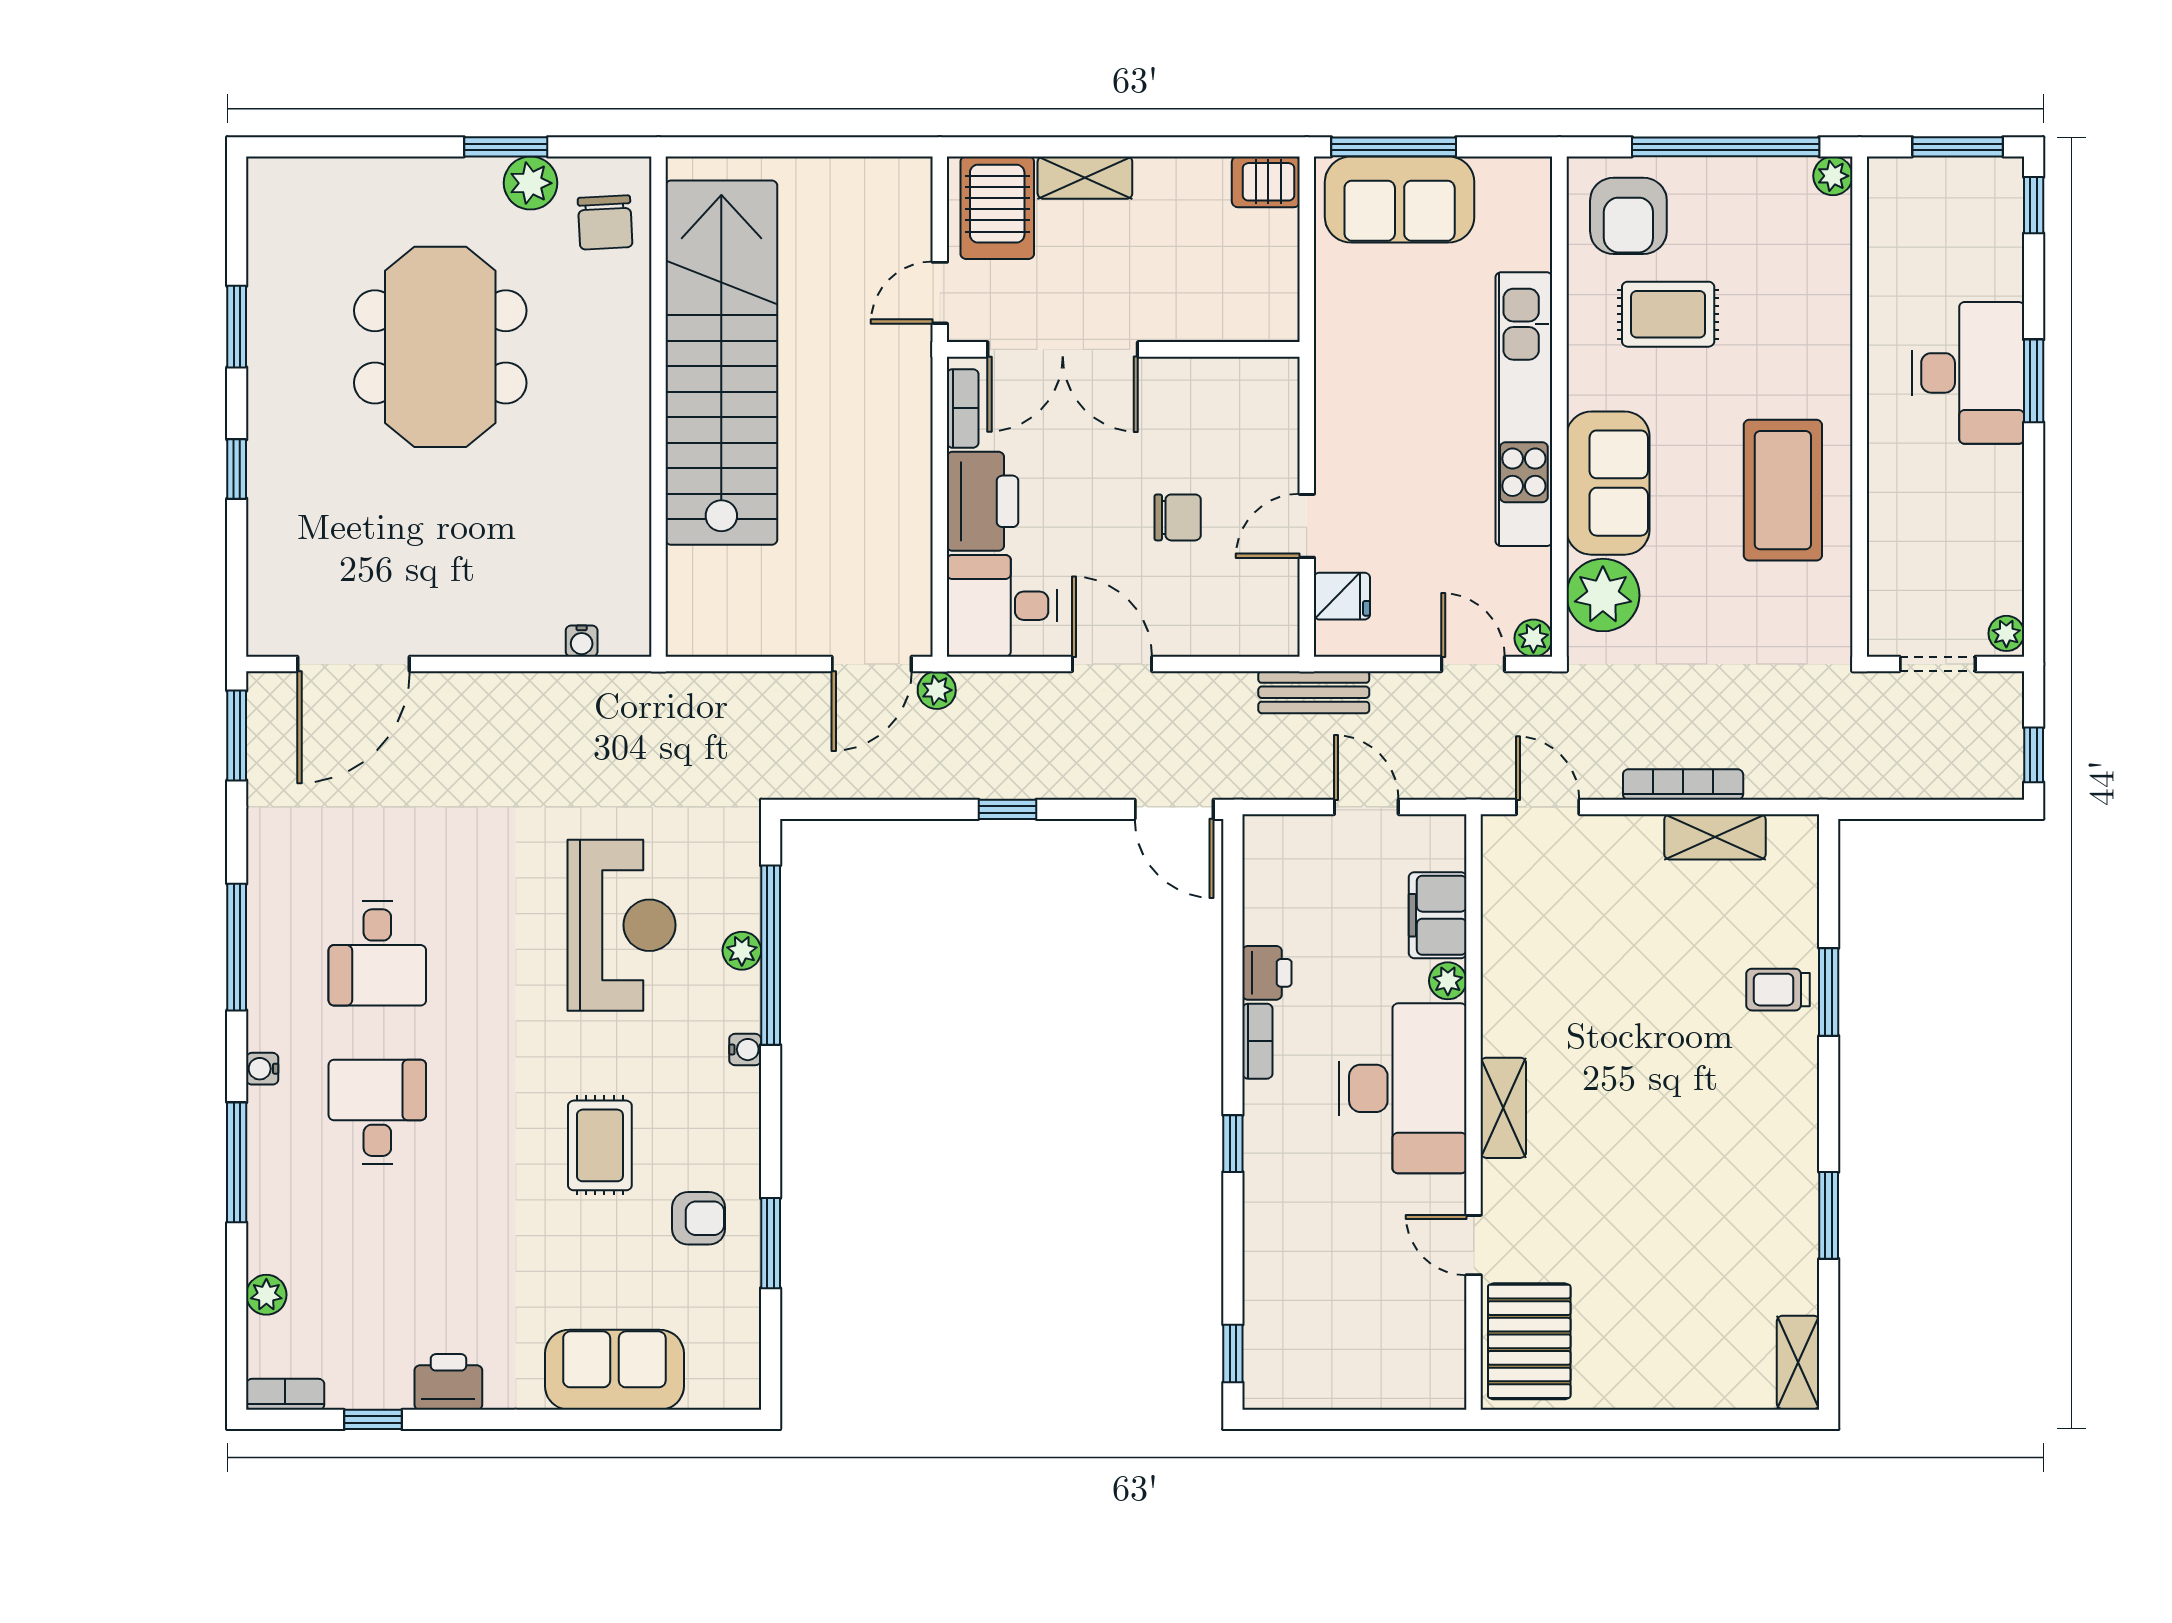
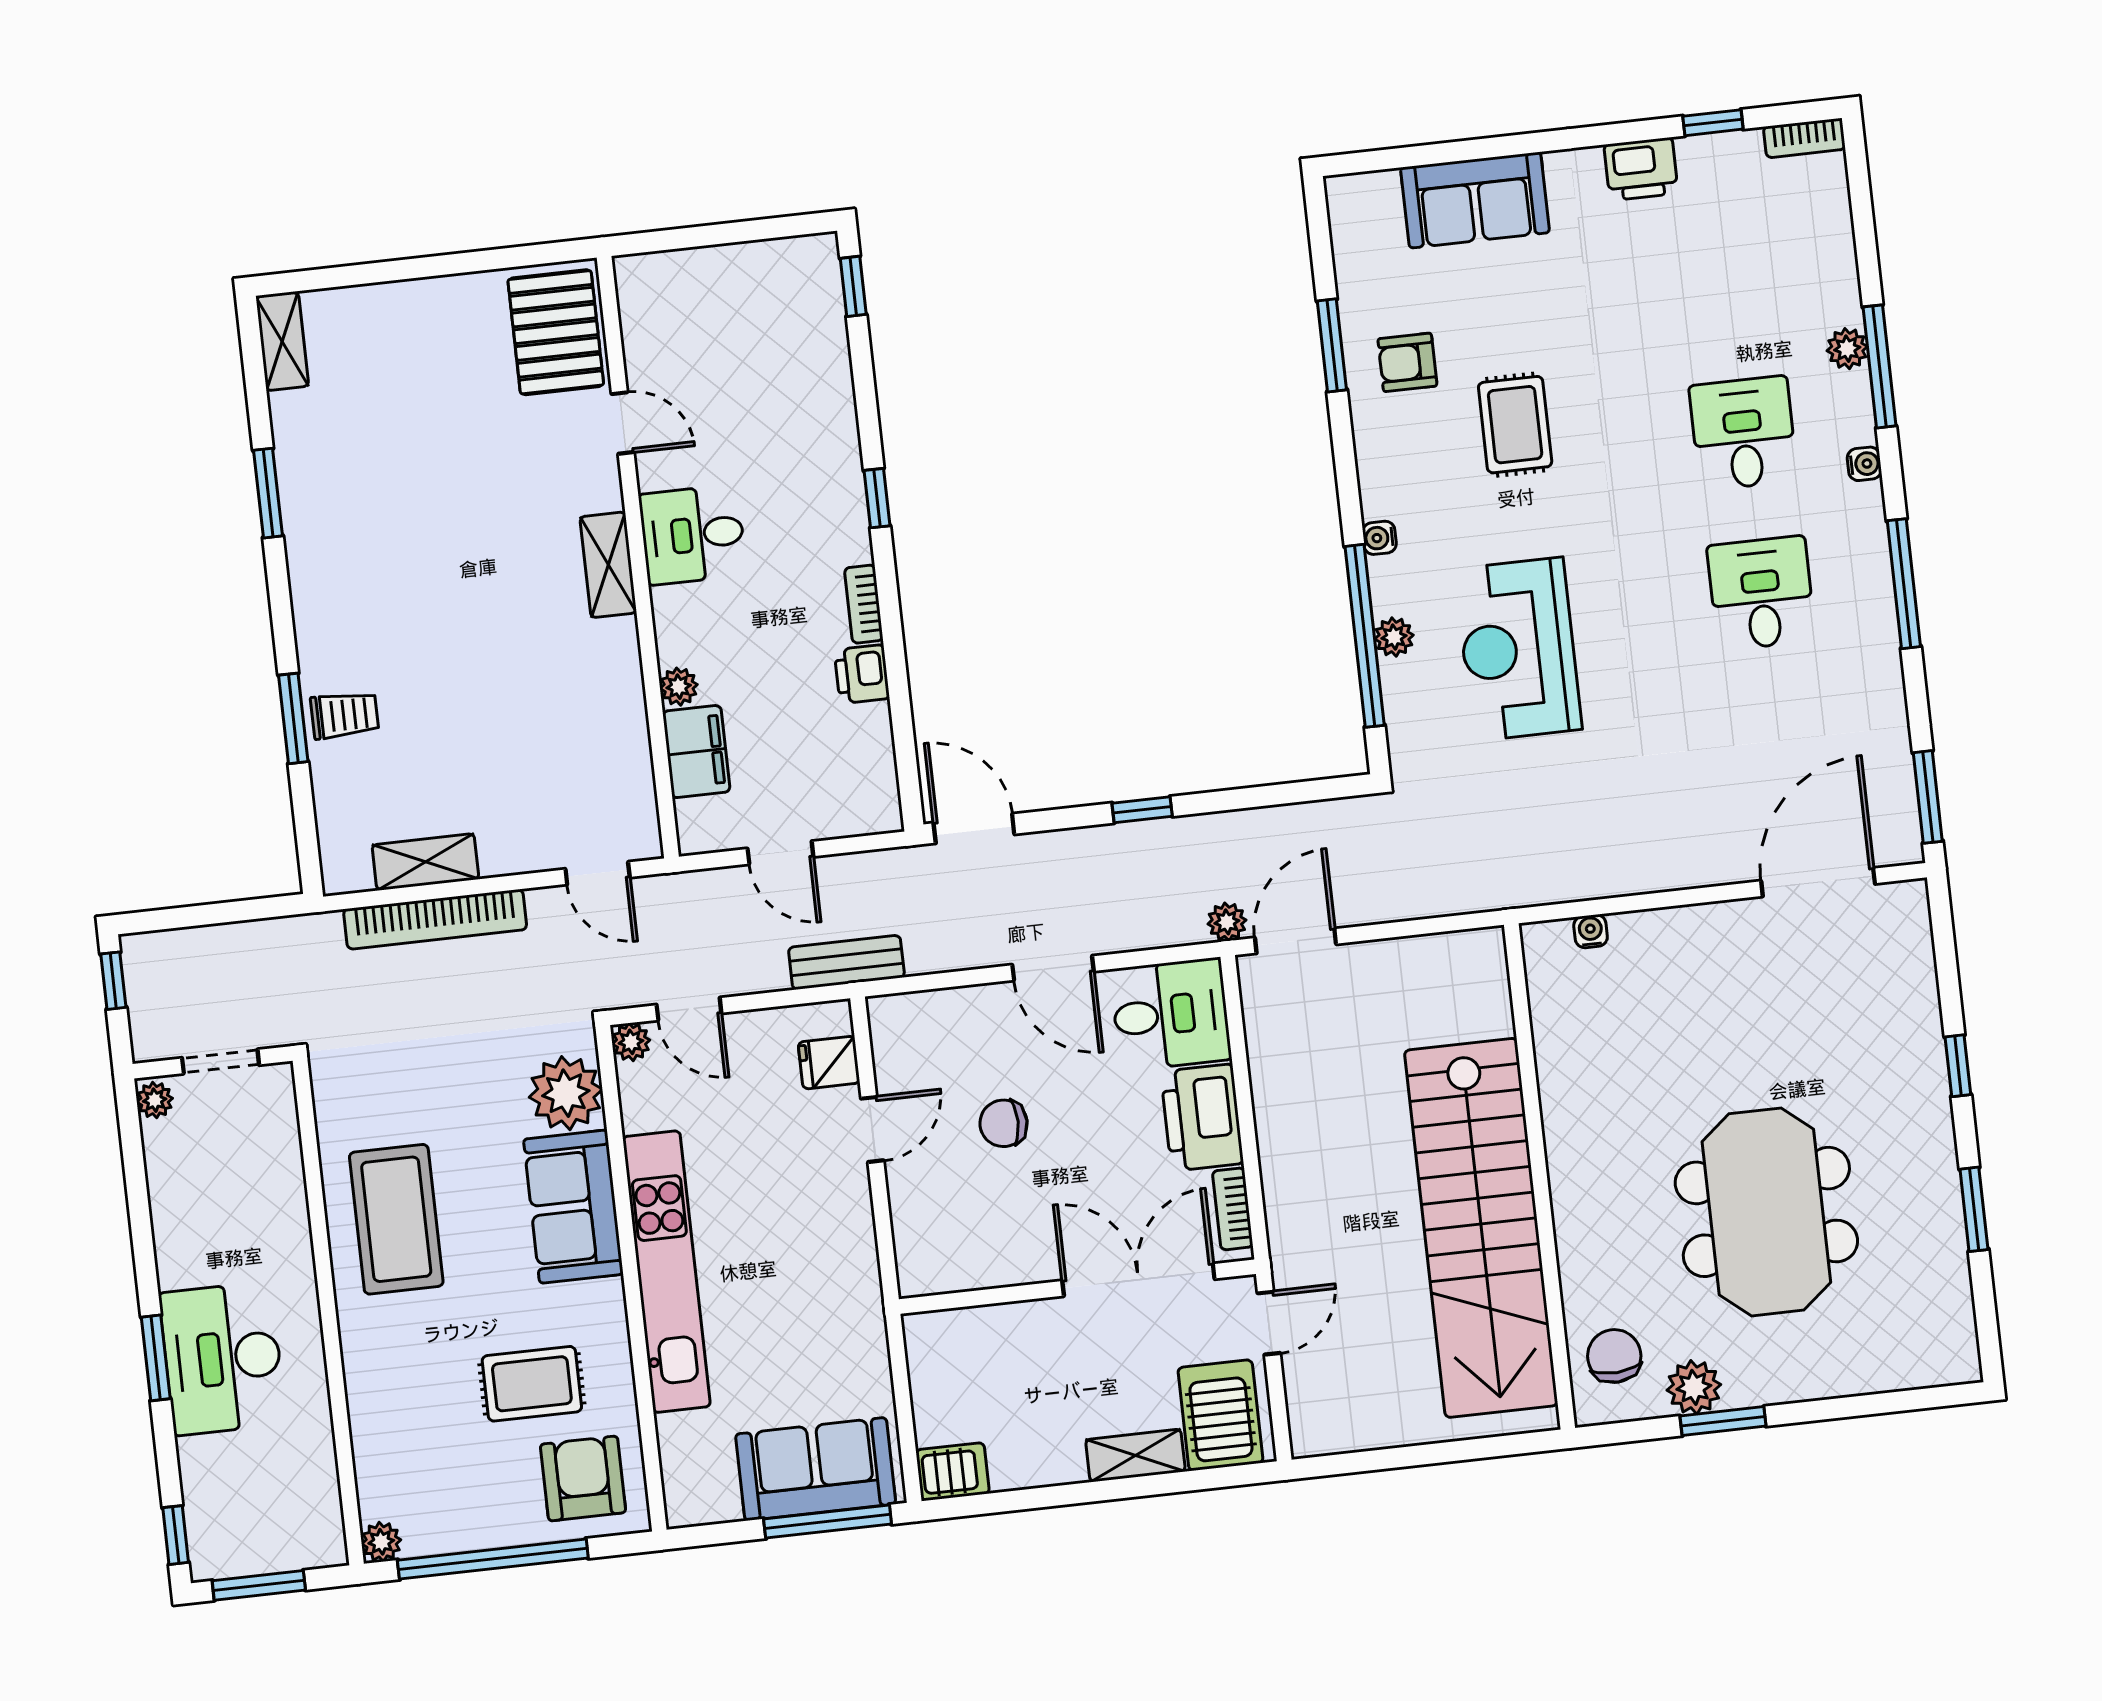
bookcase: (1683, 784) -> (435, 919), width x1.48, depth x1.31
desk: (1403, 1088) -> (693, 535), width x0.53, depth x0.77
desk: (377, 1112) -> (1743, 433), turned 180
plant: (266, 1295) -> (1847, 349), moved

